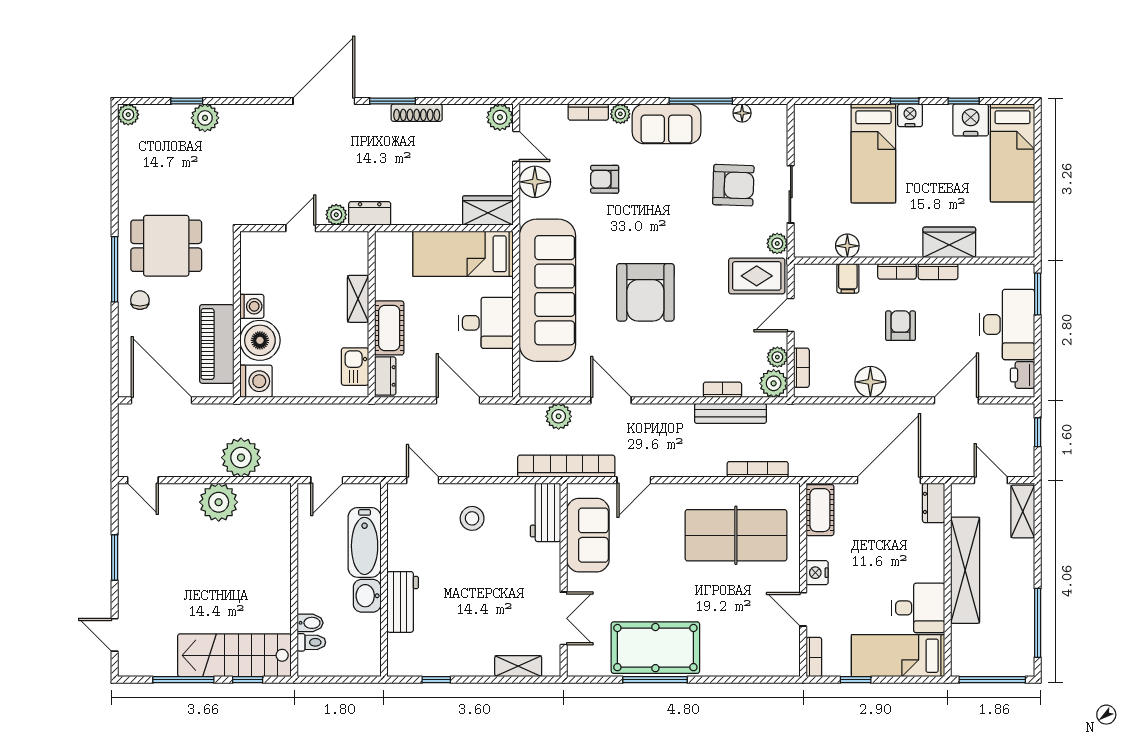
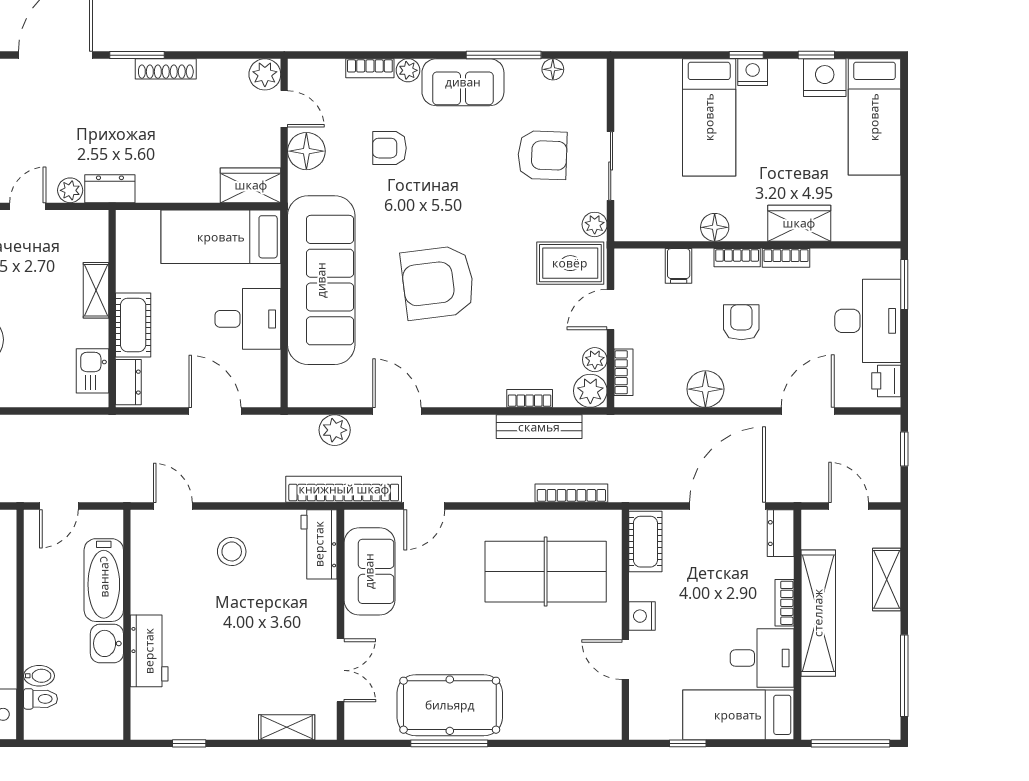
floor lamp: (847, 246) -> (715, 227), moved
armchair: (645, 292) -> (438, 283), turned 83
shelving: (1023, 511) -> (887, 579), moved
bookcase: (814, 657) -> (785, 603), moved, turned 180

